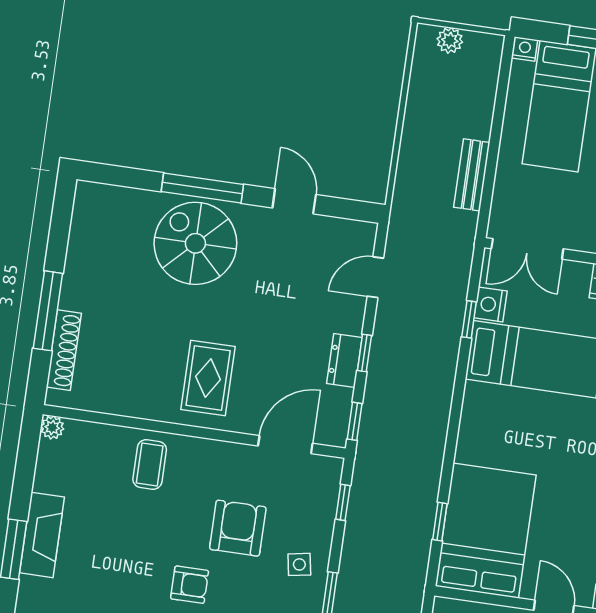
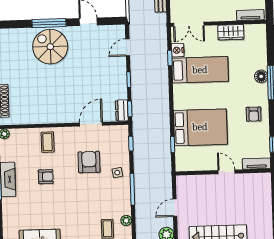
dresser: (344, 360) -> (122, 110), moved
rug: (208, 378) -> (66, 102), removed
door: (285, 445) -> (91, 124), moved
bed: (486, 531) -> (200, 127), moved, turned 90
armchair: (190, 585) -> (46, 177), moved

